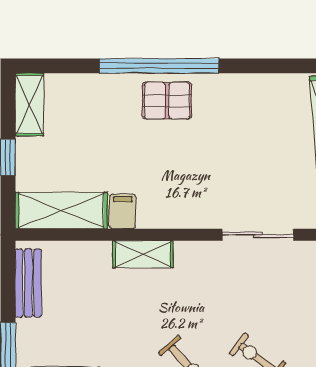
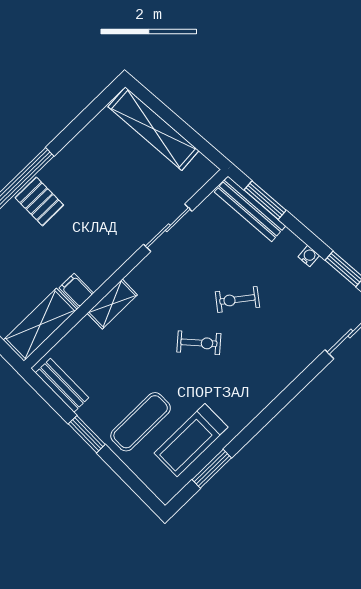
pallet: (167, 101) -> (39, 201), turned 90

